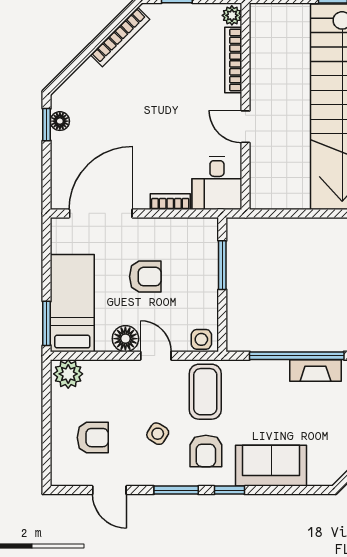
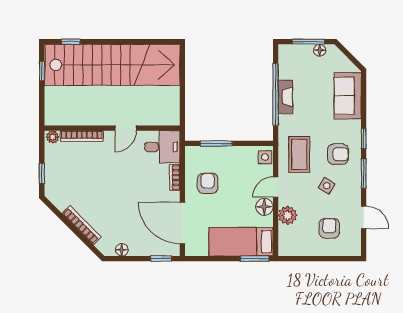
bookcase: (120, 37) -> (82, 225), moved
window: (47, 125) -> (161, 259), moved
armchair: (145, 277) -> (208, 183), moved
fireplace: (315, 370) -> (285, 97), moved
plant: (68, 374) -> (288, 215), moved
coffee table: (205, 392) -> (299, 155), turned 90
sofa: (271, 466) -> (348, 96), moved
door: (109, 490) -> (364, 217), hinge flipped

